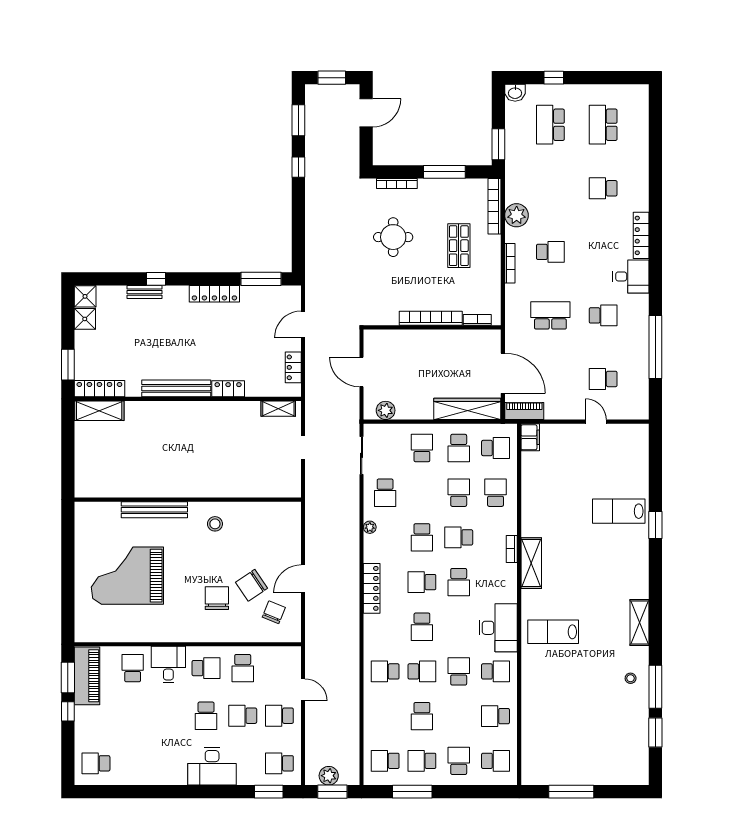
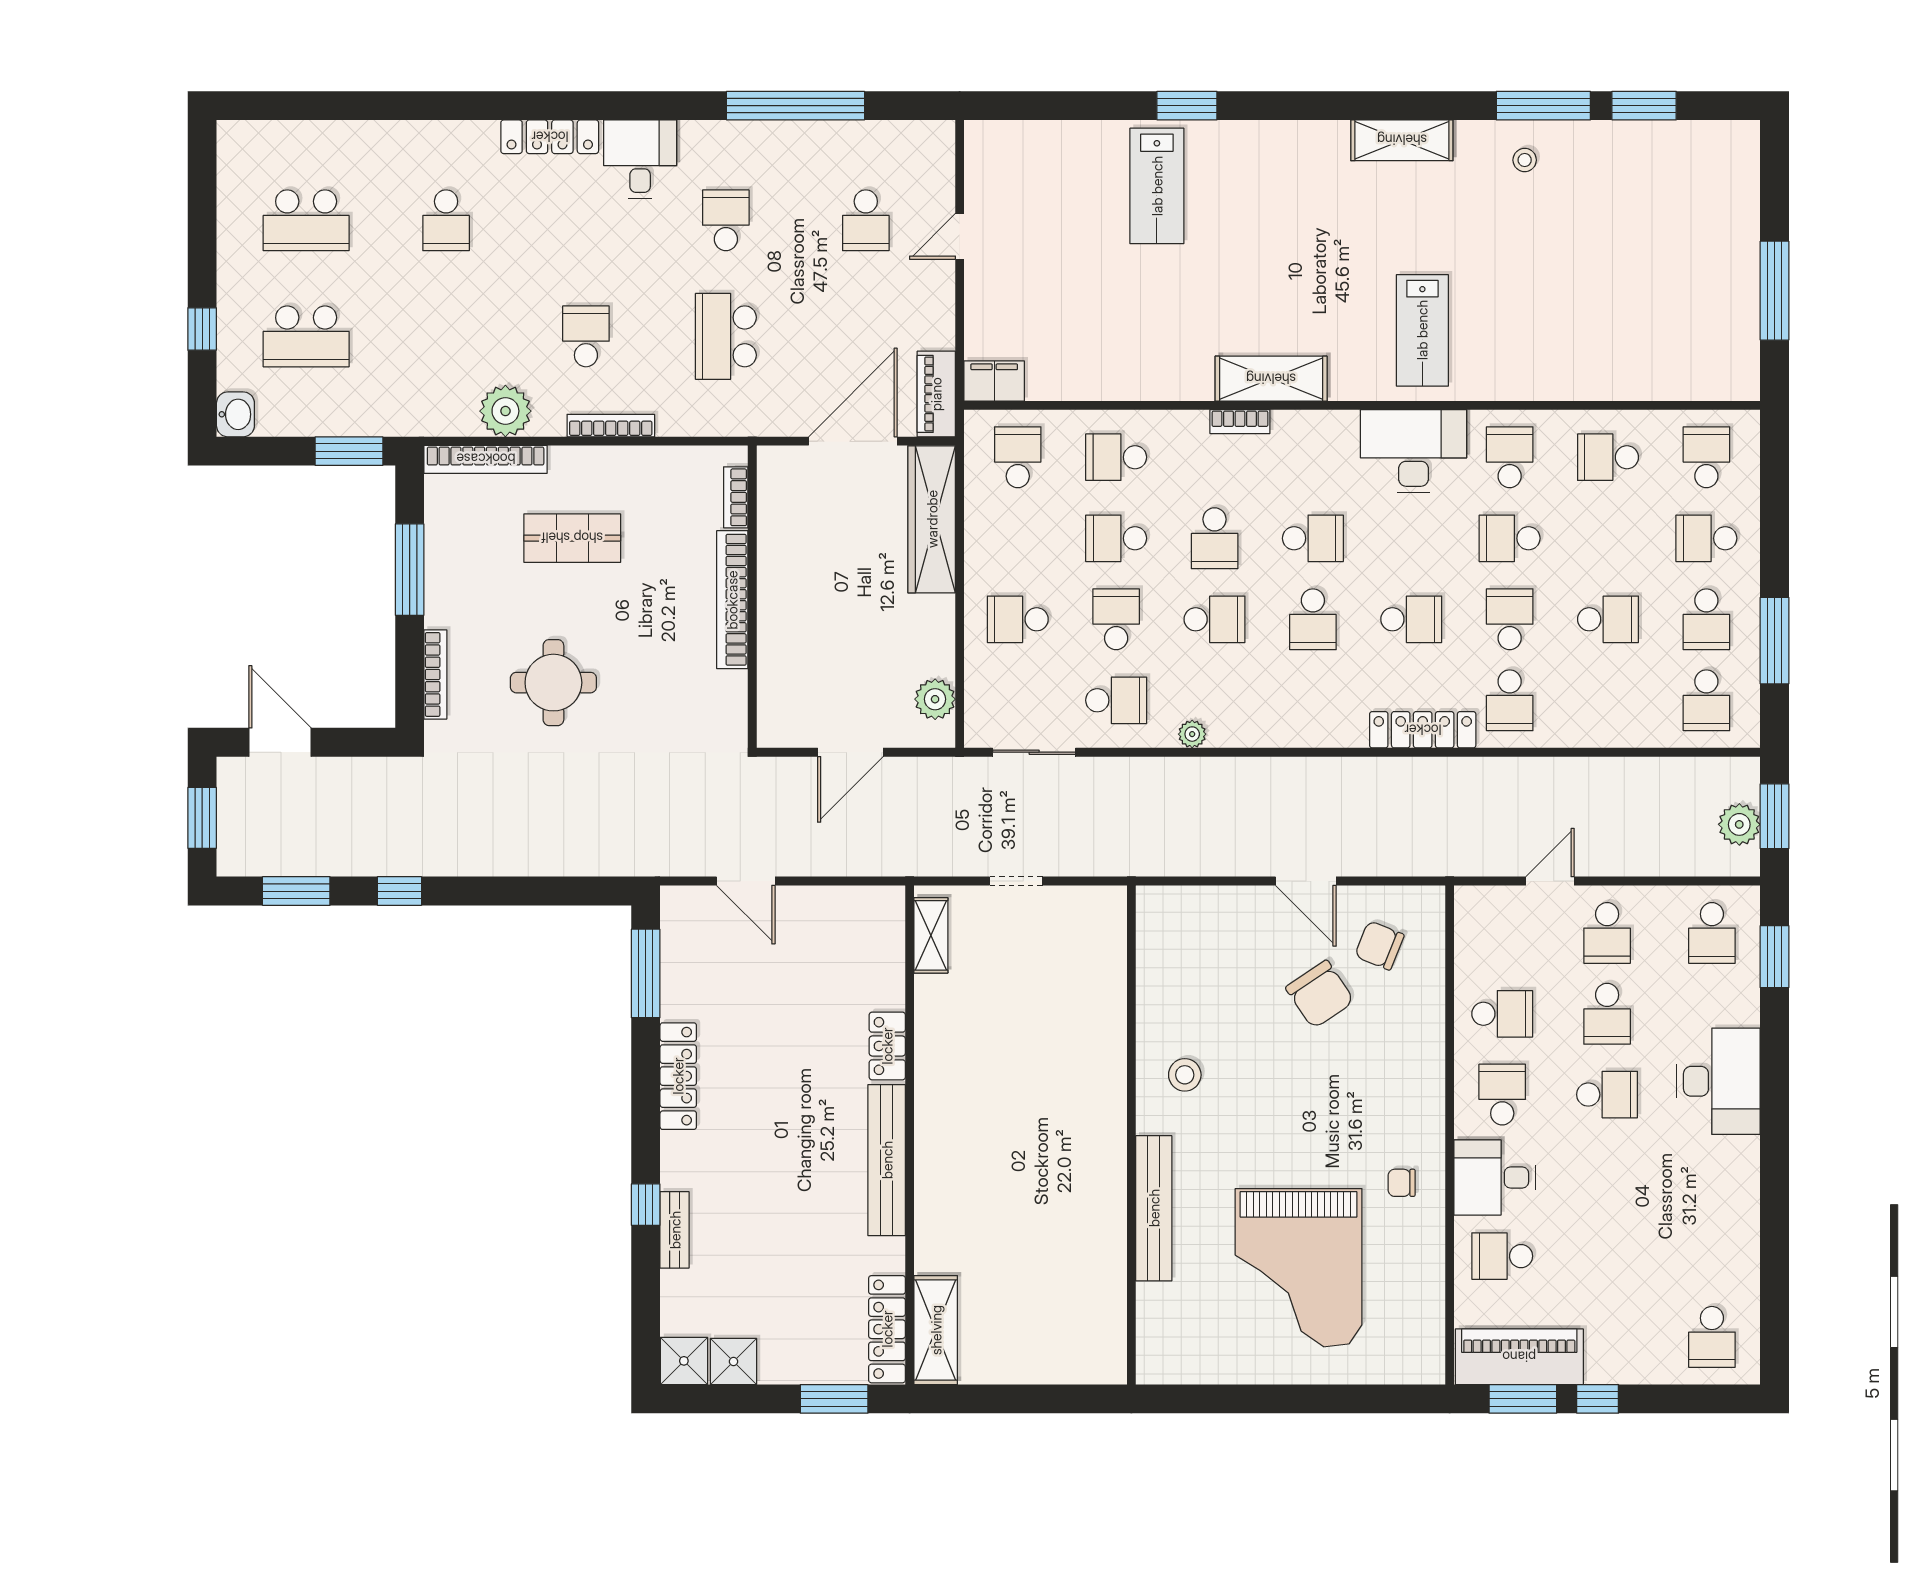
locker: (293, 367) -> (840, 903), removed
school desk: (459, 448) -> (1116, 619), moved, turned -90
locker: (372, 588) -> (1423, 730), moved
chair: (217, 598) -> (1402, 1183), moved, width x0.54, depth x0.54
school desk: (496, 716) -> (1608, 457), turned 90

